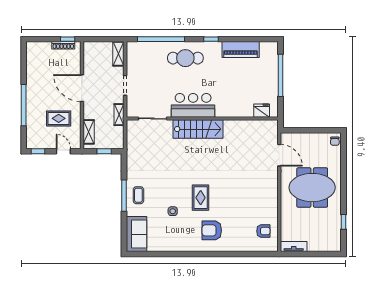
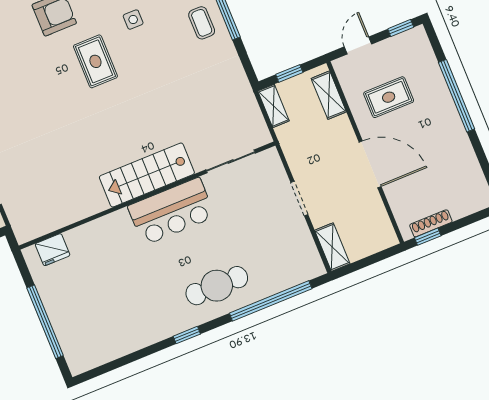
piano: (241, 49) -> (130, 338), removed
shelving: (119, 115) -> (274, 106), moved
door: (63, 151) -> (358, 45), swing flipped

